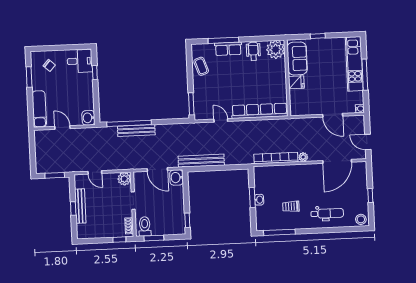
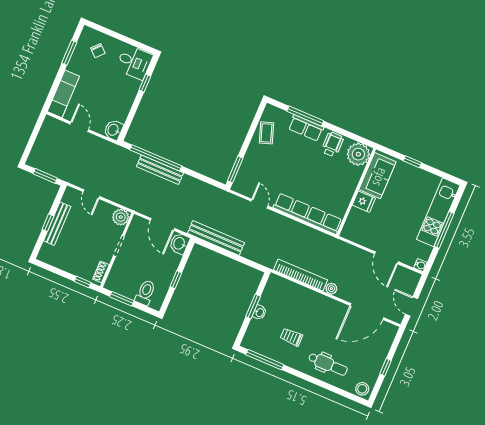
window: (187, 220) -> (176, 280), moved
toilet: (145, 226) -> (145, 293), moved

